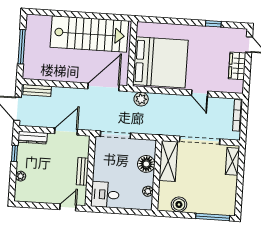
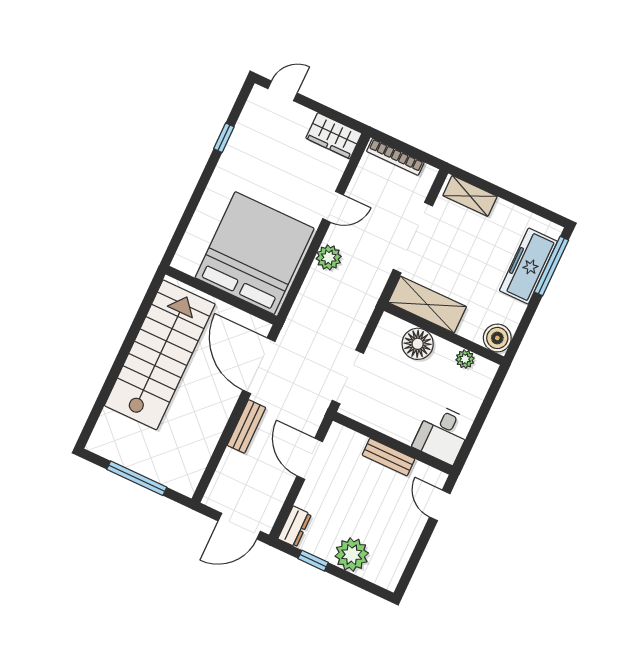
wardrobe: (237, 66) -> (334, 136), moved
bench: (37, 90) -> (246, 426), moved
plant: (141, 99) -> (329, 258), moved
dresser: (33, 138) -> (295, 527), width x0.70
plant: (21, 176) -> (352, 555), width x1.88, depth x1.88
boiler: (179, 204) -> (497, 338), moved
freezer: (208, 205) -> (528, 266), added

